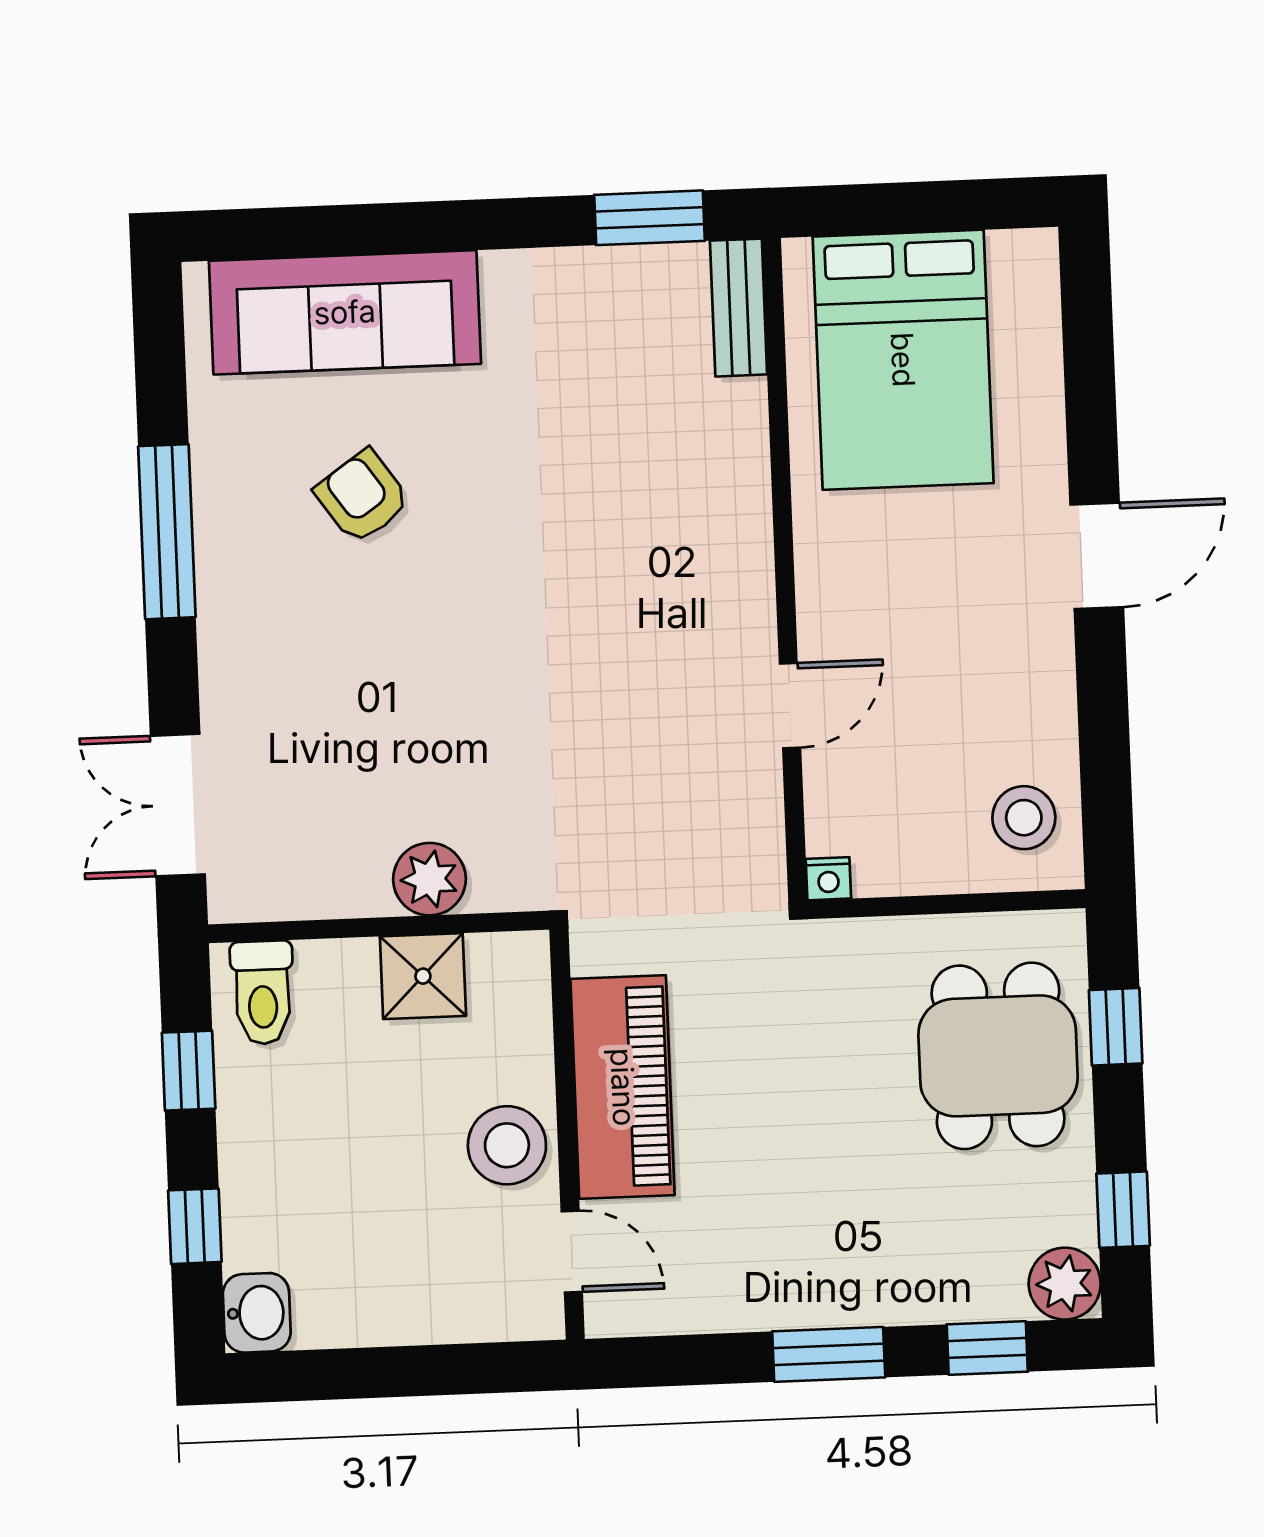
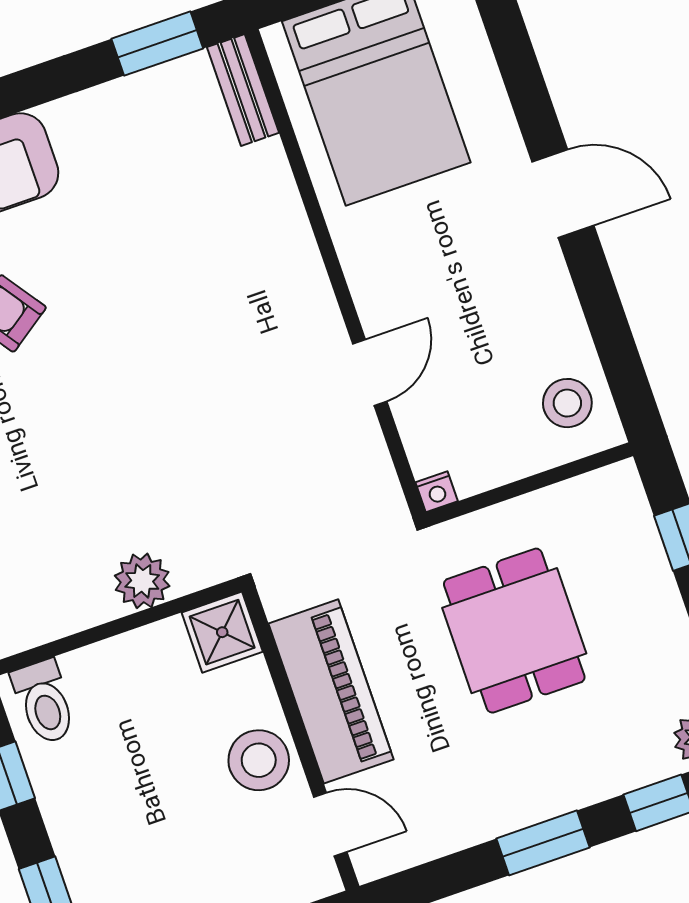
door: (1097, 556) -> (563, 194), hinge flipped
shower: (423, 976) -> (222, 632), moved
dining table: (998, 1056) -> (514, 631), moved

